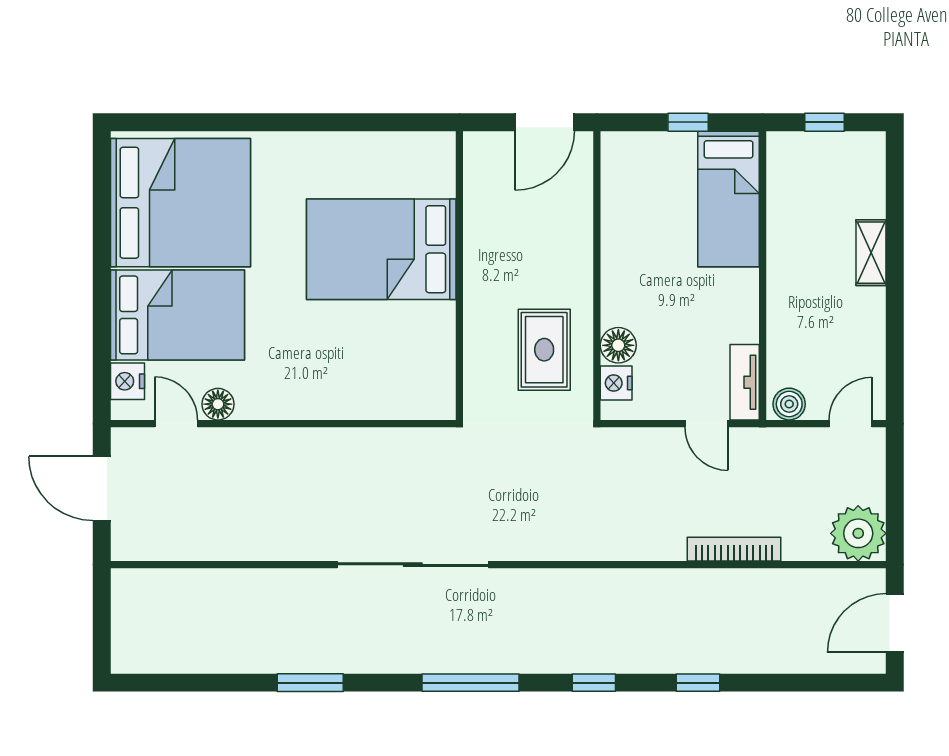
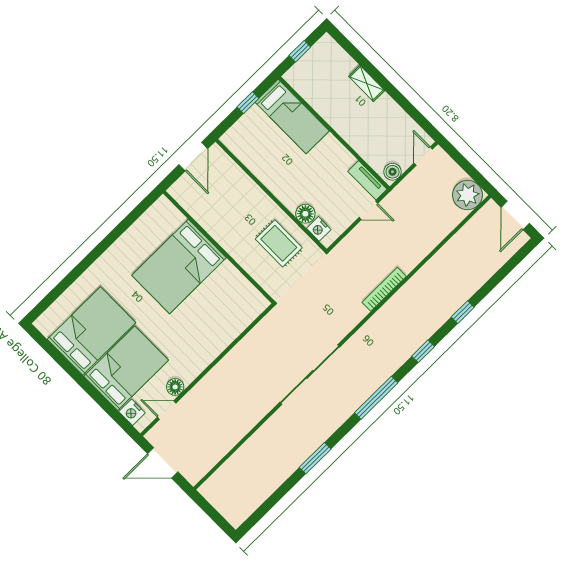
bed: (180, 203) -> (91, 331), width x0.73
bookcase: (734, 549) -> (384, 289), moved

